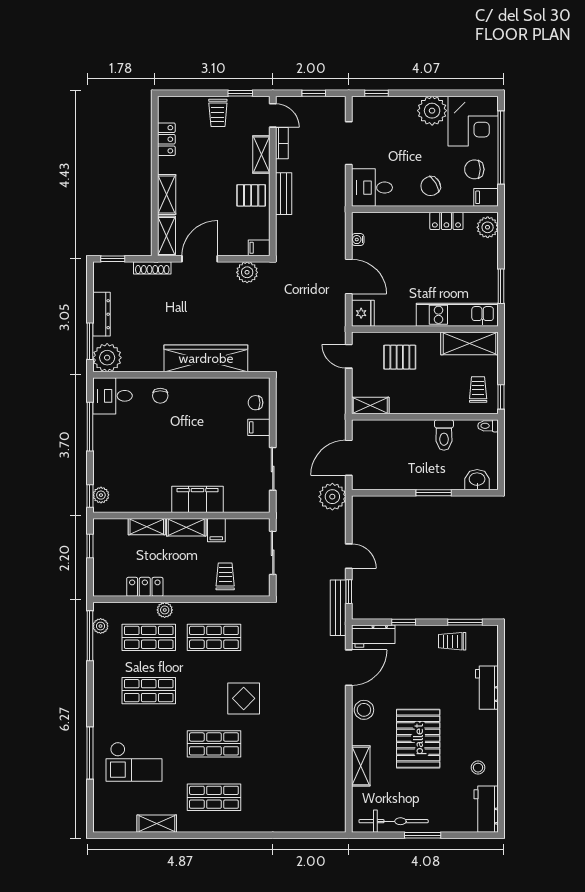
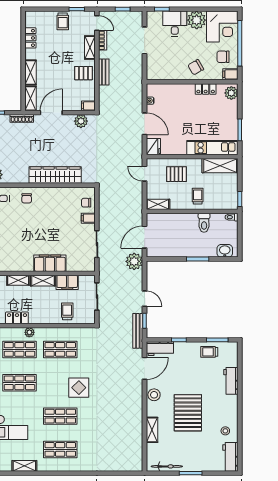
desk: (372, 188) -> (175, 24), moved, turned 90
trolley: (478, 390) -> (198, 196), moved
filing cabinet: (216, 530) -> (67, 282), width x2.00
bicycle: (394, 821) -> (167, 466), width x0.73, depth x0.71

